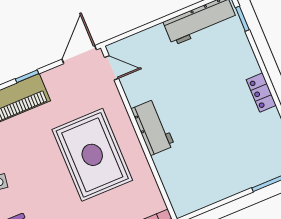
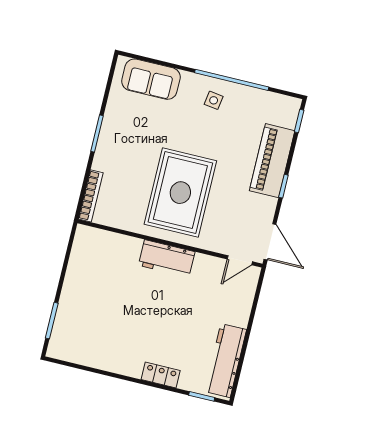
locker: (261, 93) -> (161, 375), moved
rug: (92, 155) -> (180, 193), turned 90

